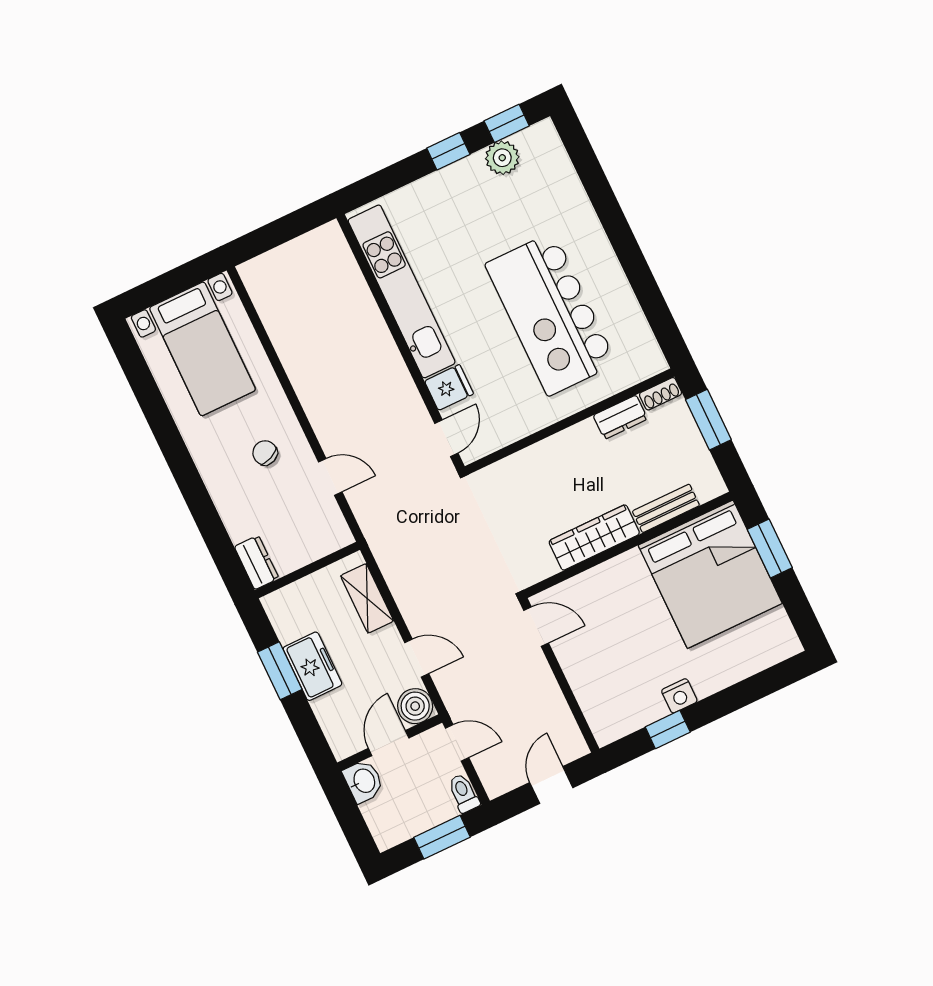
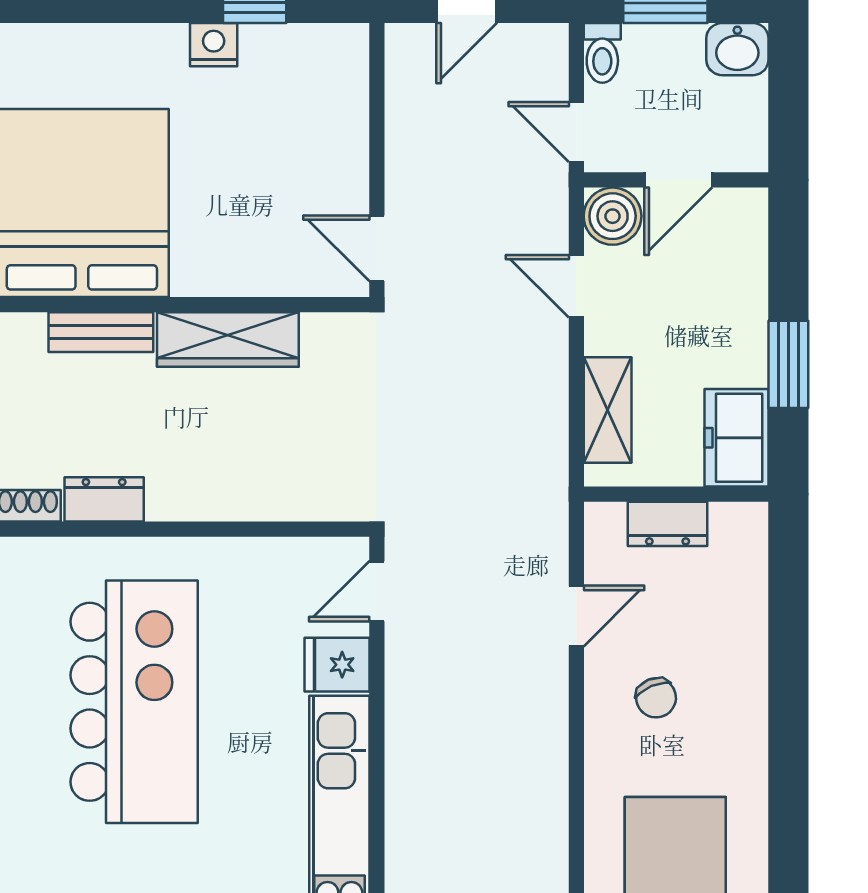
door: (330, 477) -> (576, 616), swing flipped
dresser: (257, 562) -> (668, 524), moved, turned -90
freezer: (312, 666) -> (737, 438), moved
washbasin: (363, 781) -> (737, 49), moved, turned -90

